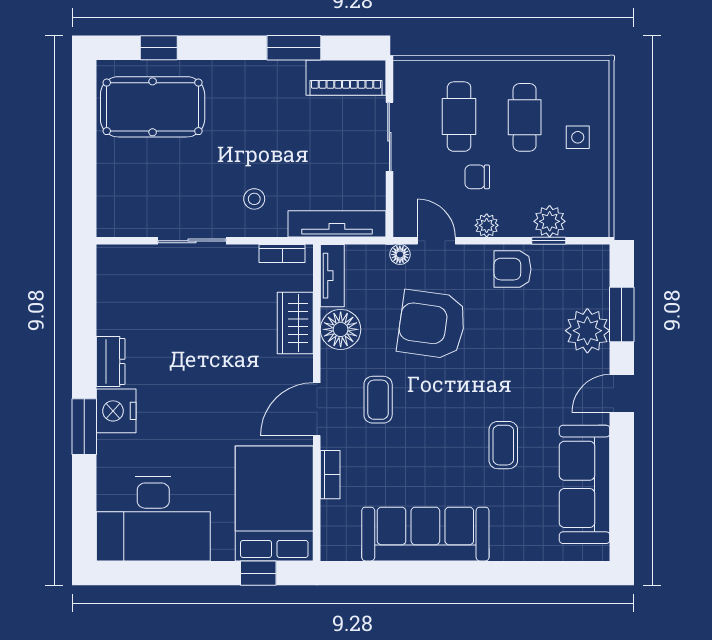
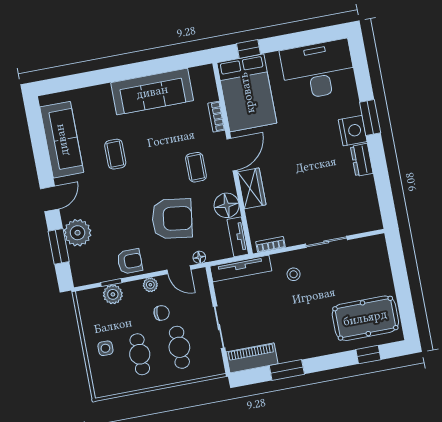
wardrobe: (295, 323) -> (252, 188), moved

